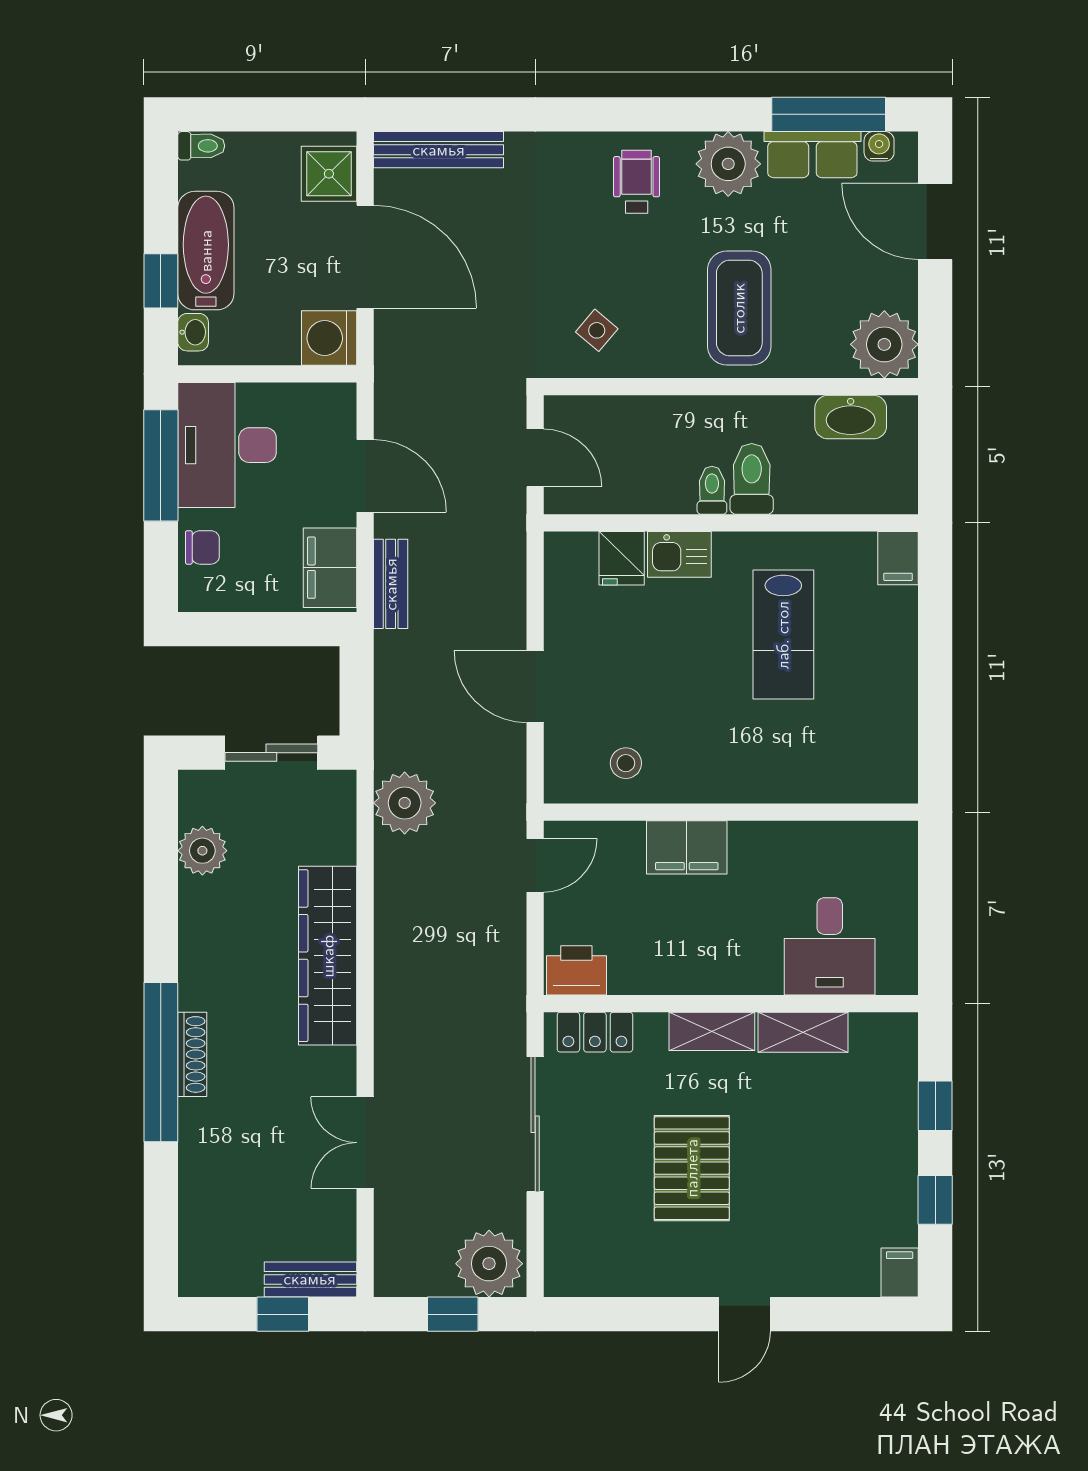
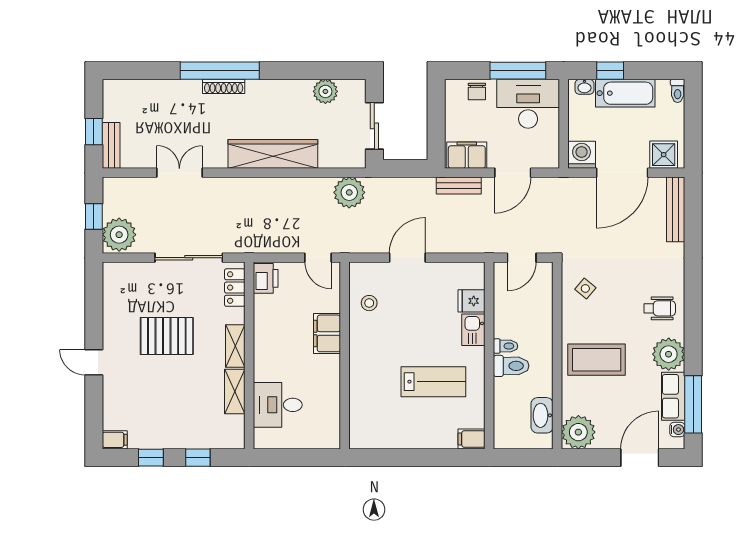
lab bench: (783, 635) -> (433, 382), turned 180

